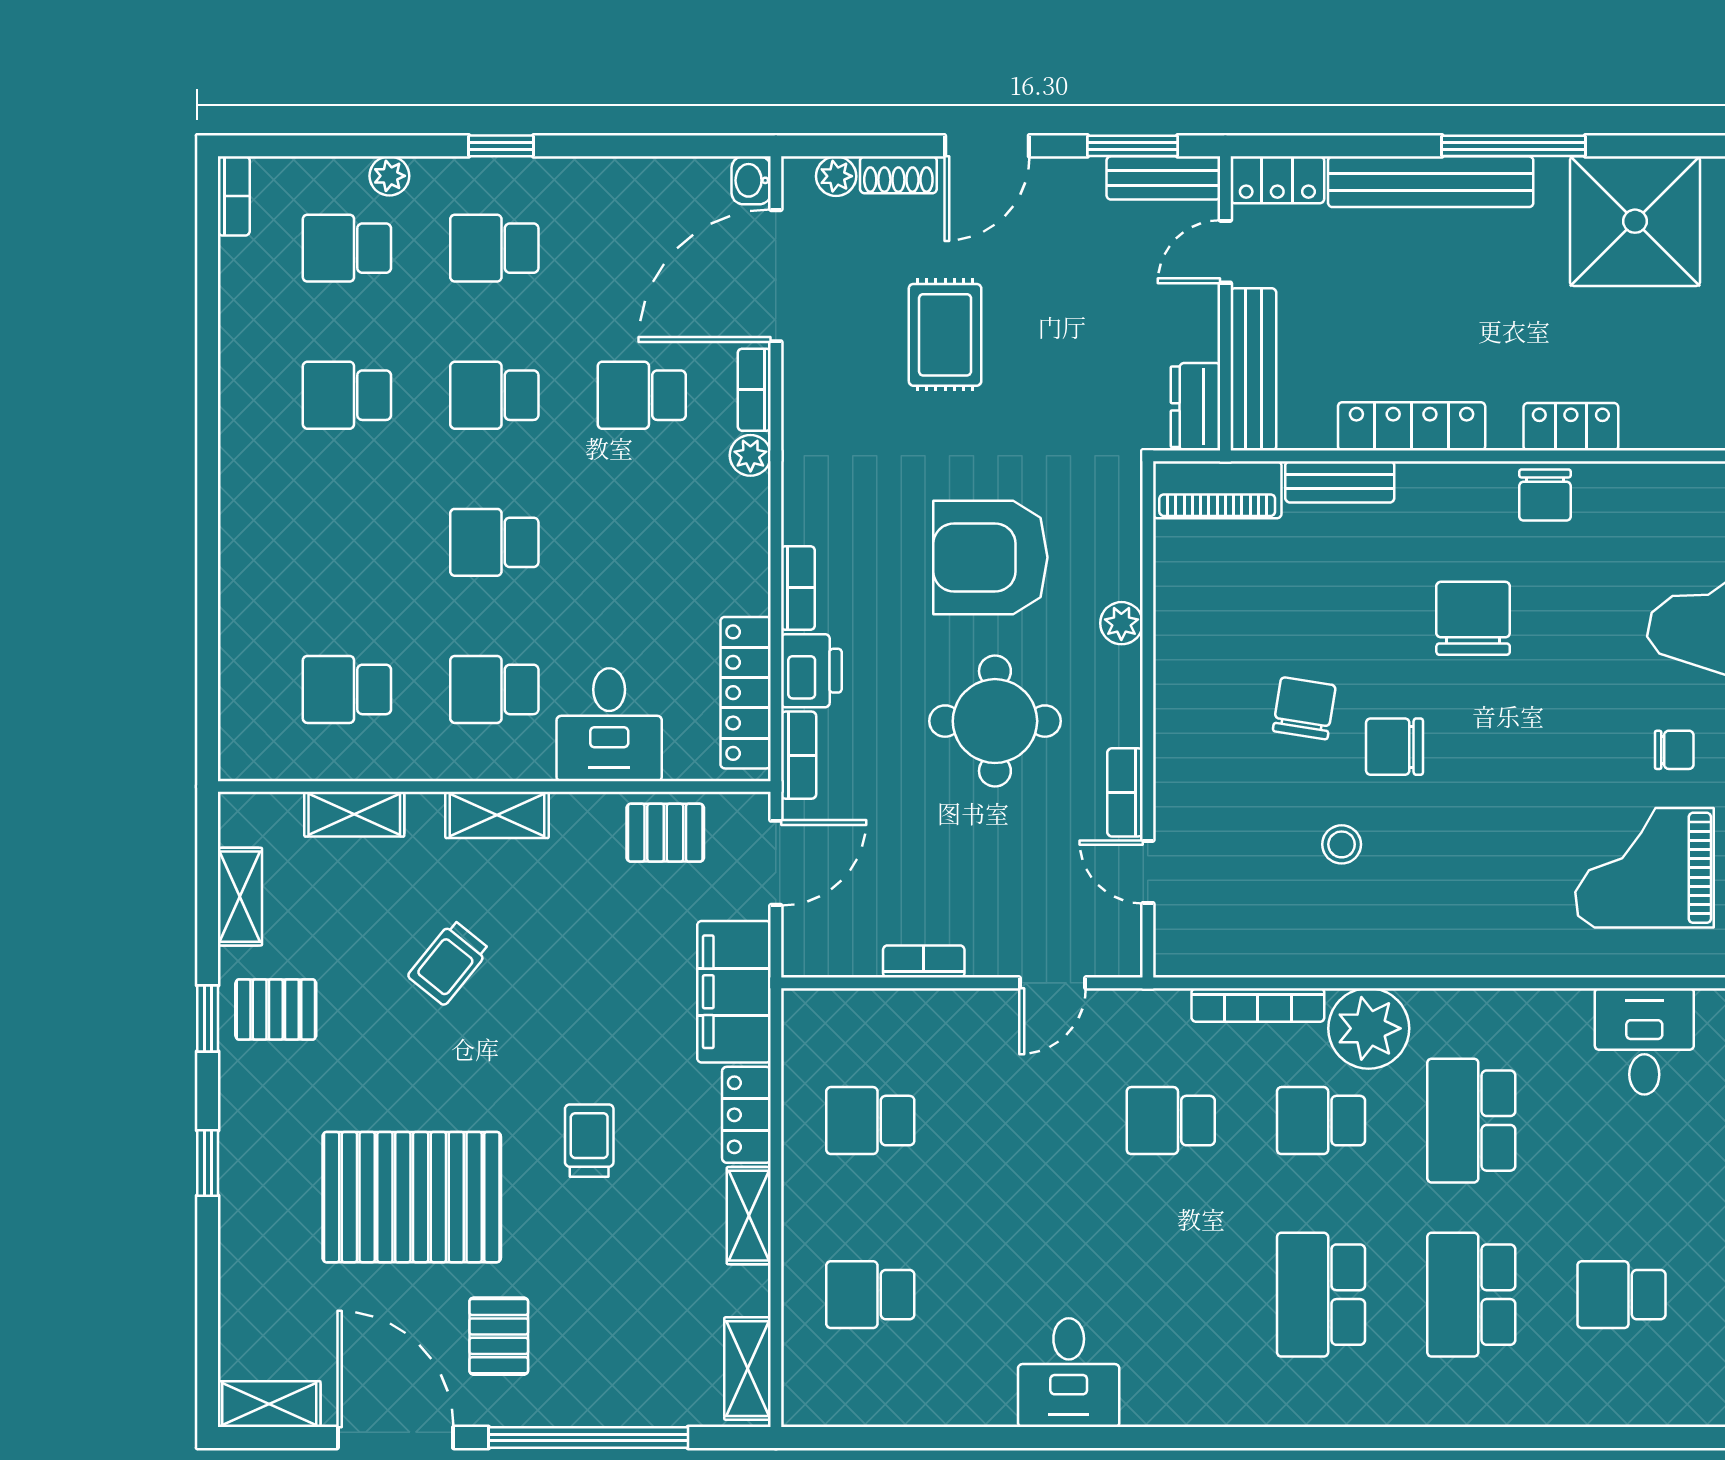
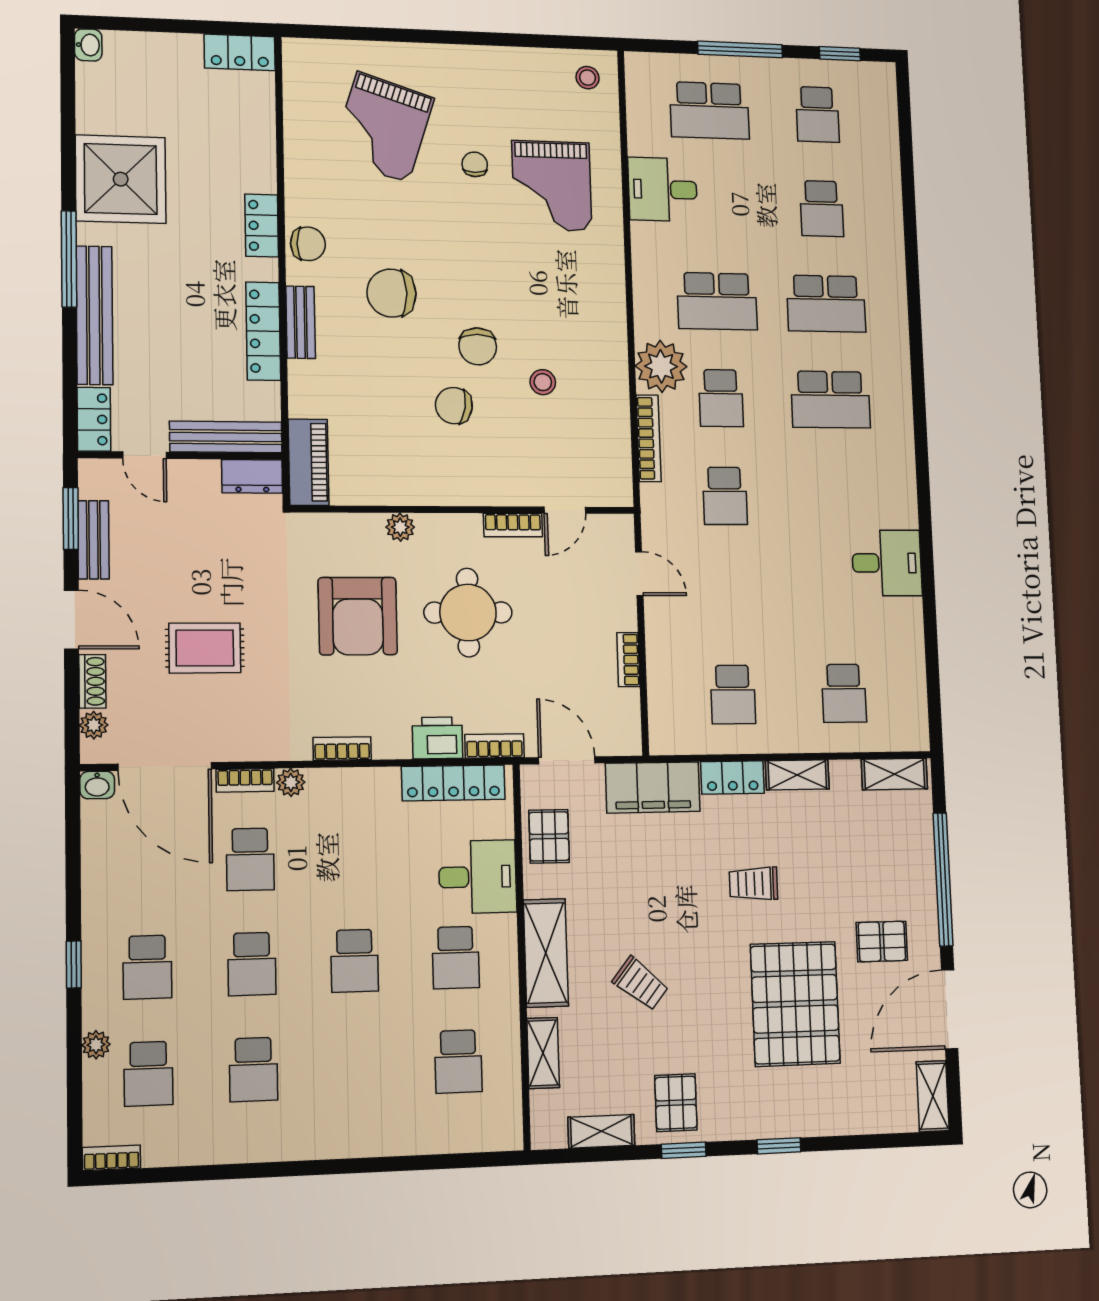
bench: (1163, 178) -> (94, 540), moved
bench: (1340, 482) -> (301, 322), moved
bookcase: (798, 588) -> (342, 749), moved
shelving: (497, 815) -> (546, 953), width x1.50, depth x1.33

